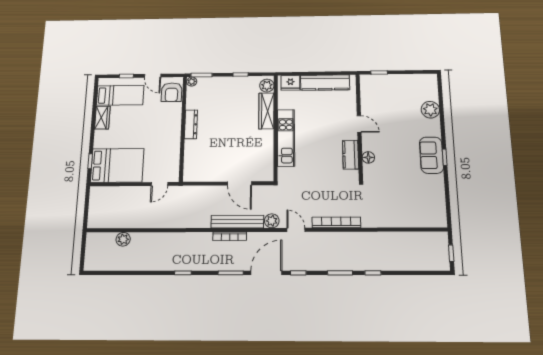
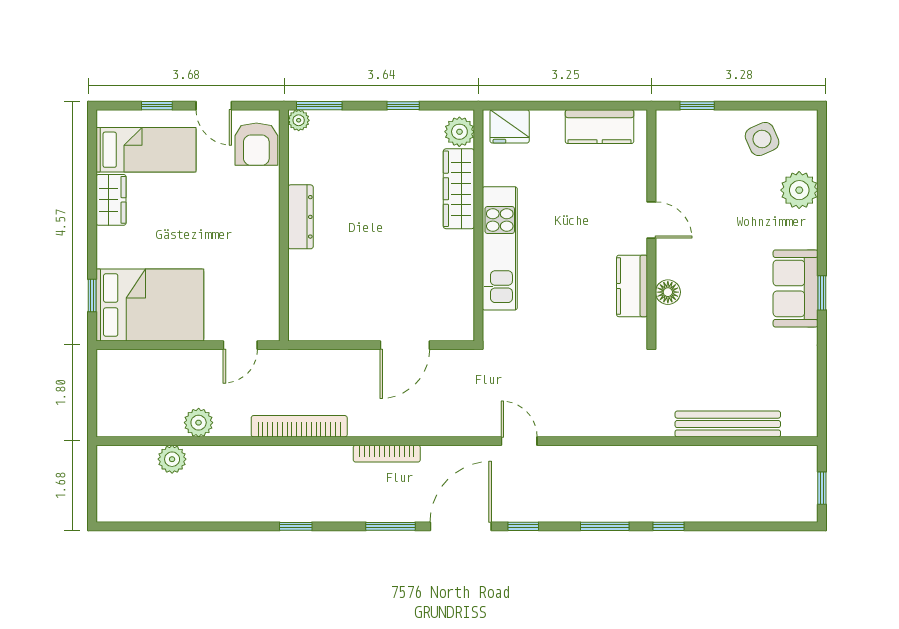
kitchen counter: (325, 83) -> (600, 127), width x0.67
side table: (411, 87) -> (762, 139), added
door: (239, 183) -> (405, 345), hinge flipped
plant: (272, 221) -> (199, 423), moved
bench: (237, 222) -> (728, 424), moved
bookcase: (336, 222) -> (299, 426), moved

